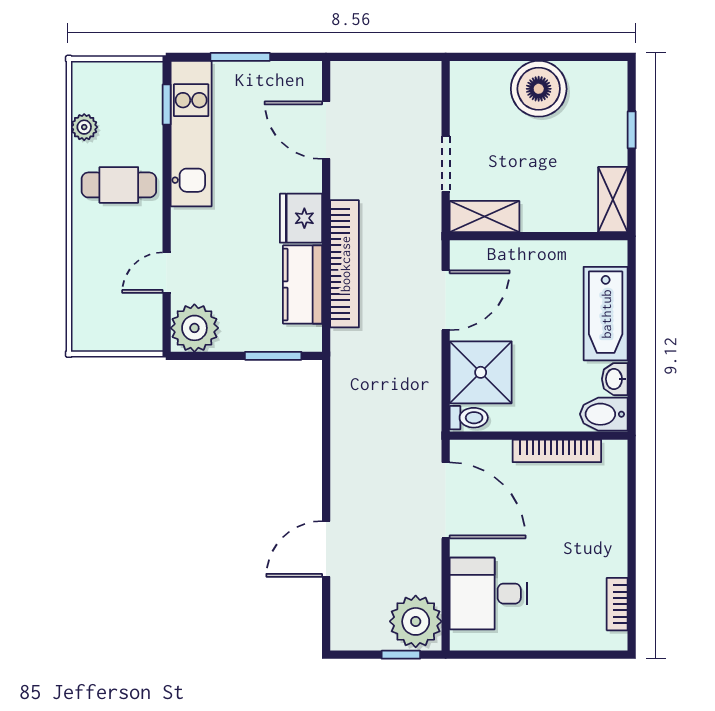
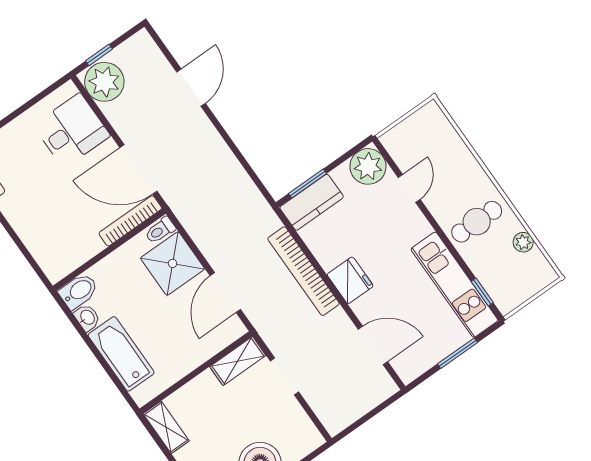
kitchen counter: (303, 284) -> (312, 202), moved, turned 90
bookcase: (557, 451) -> (130, 221), moved

